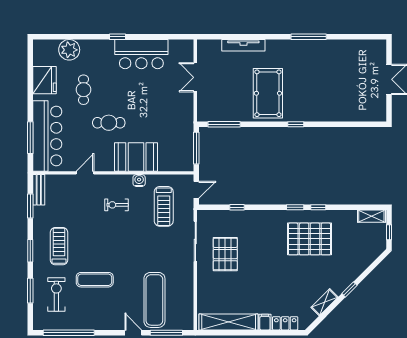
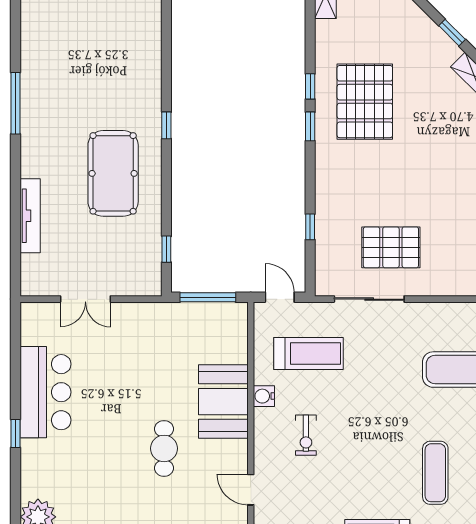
cafe table: (84, 90) -> (107, 492), removed
pool table: (268, 93) -> (113, 173), turned 90
window: (224, 124) -> (166, 249), width x0.46

